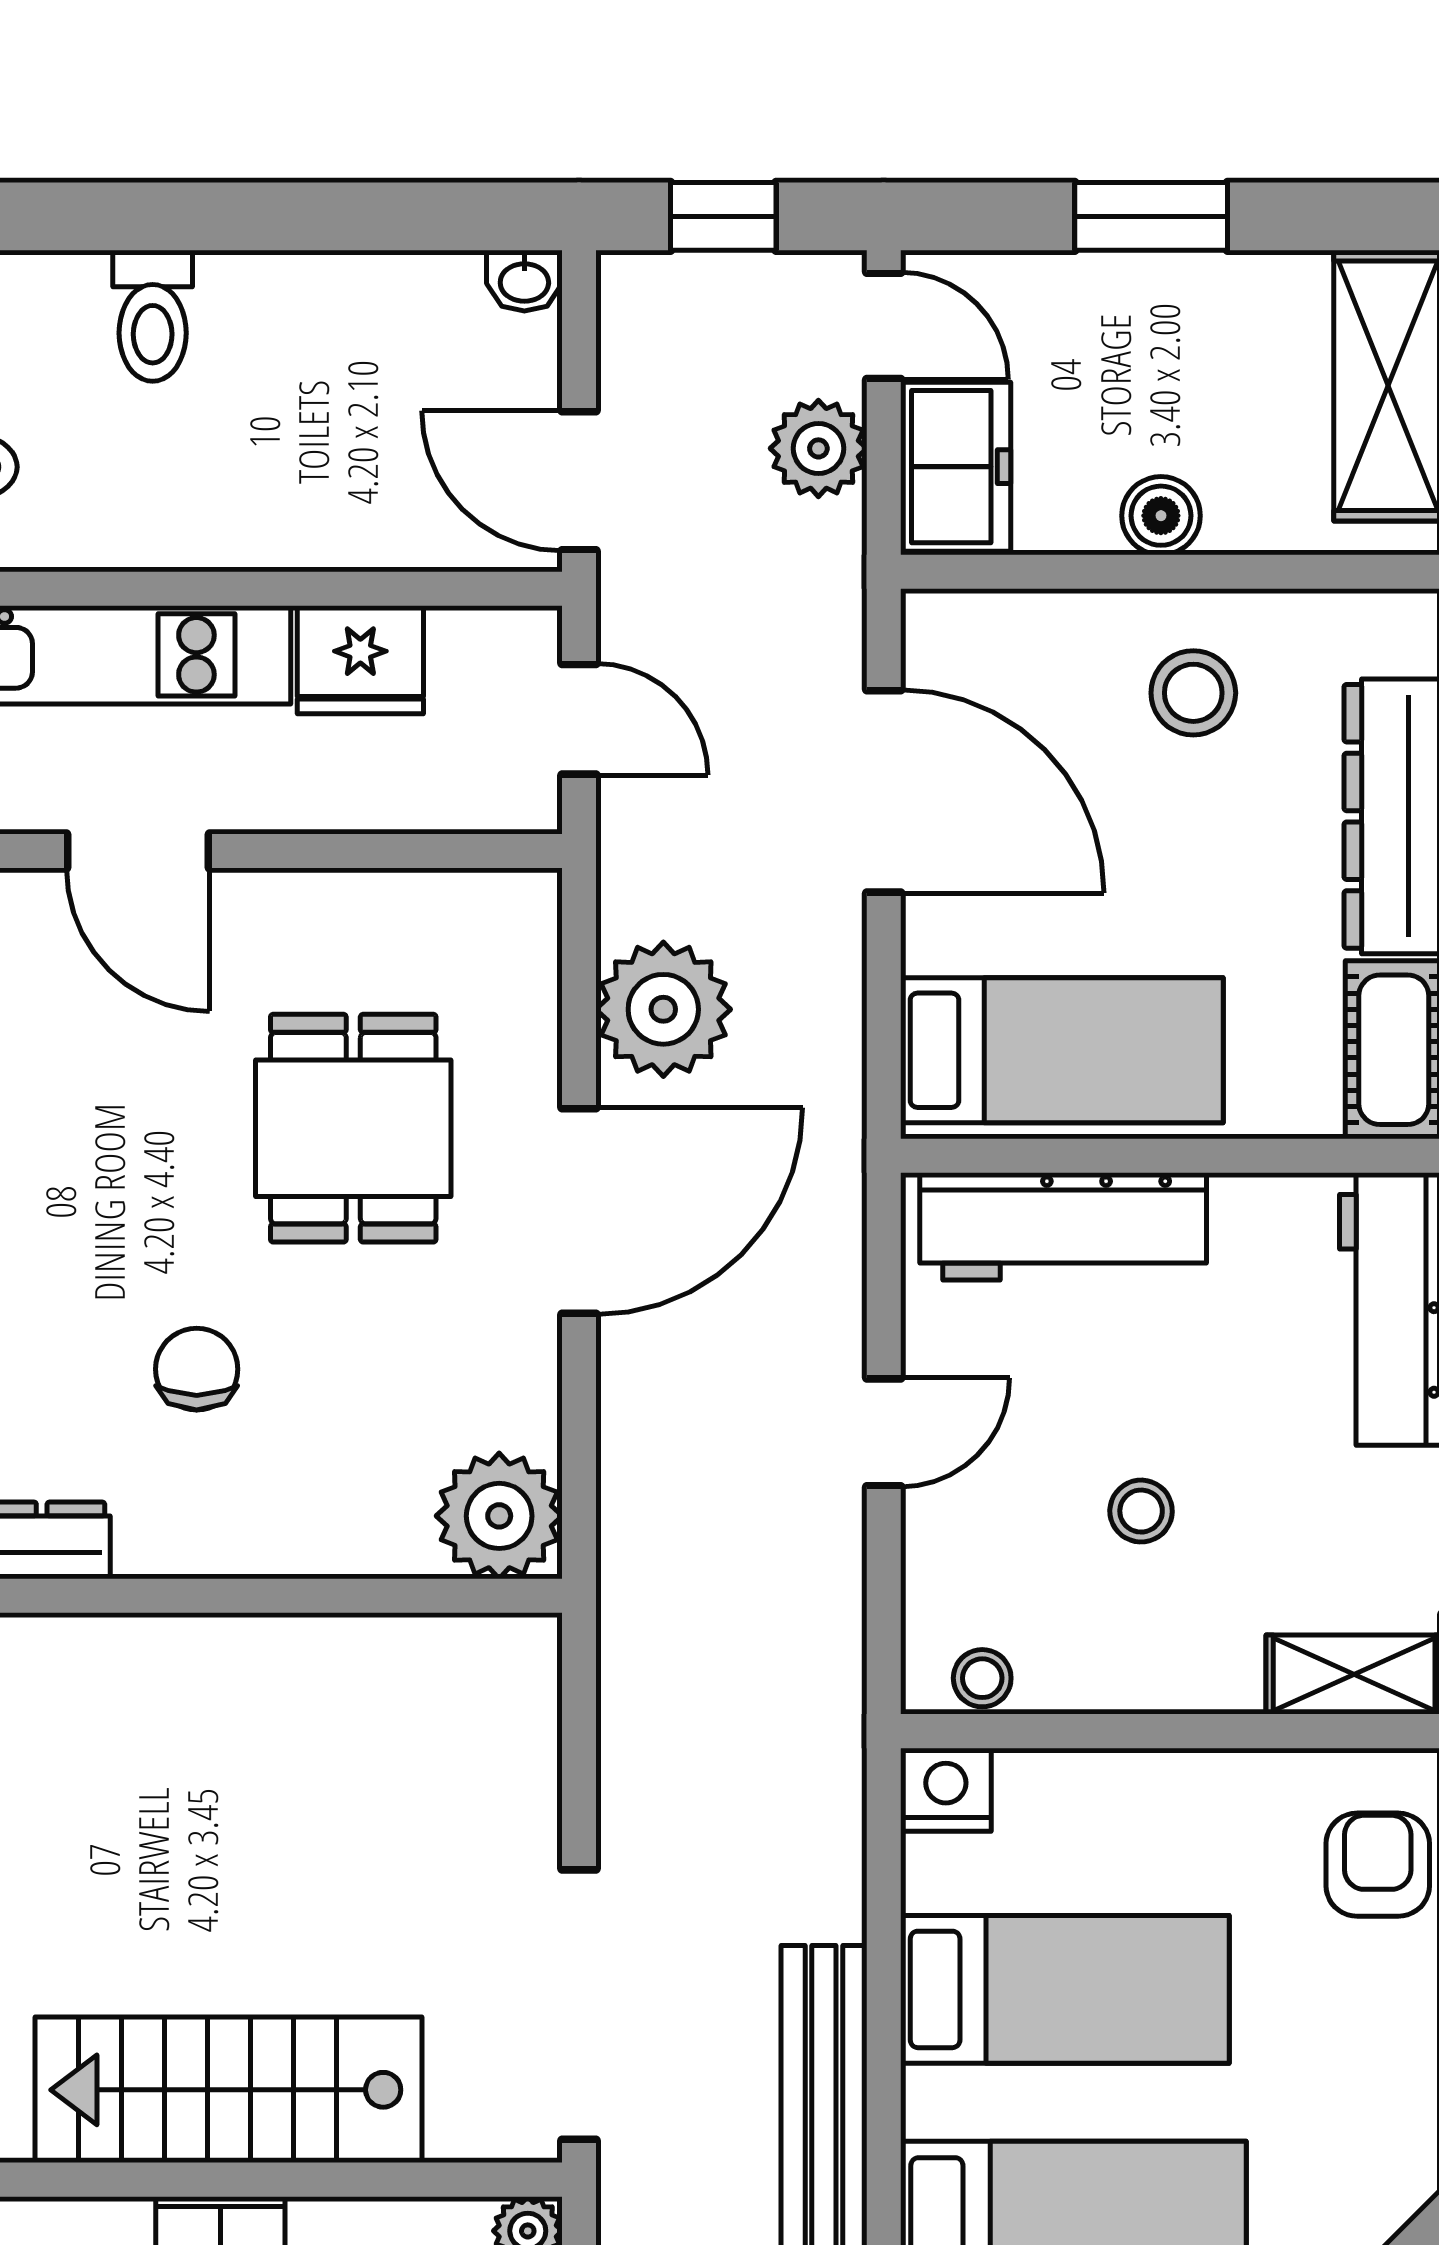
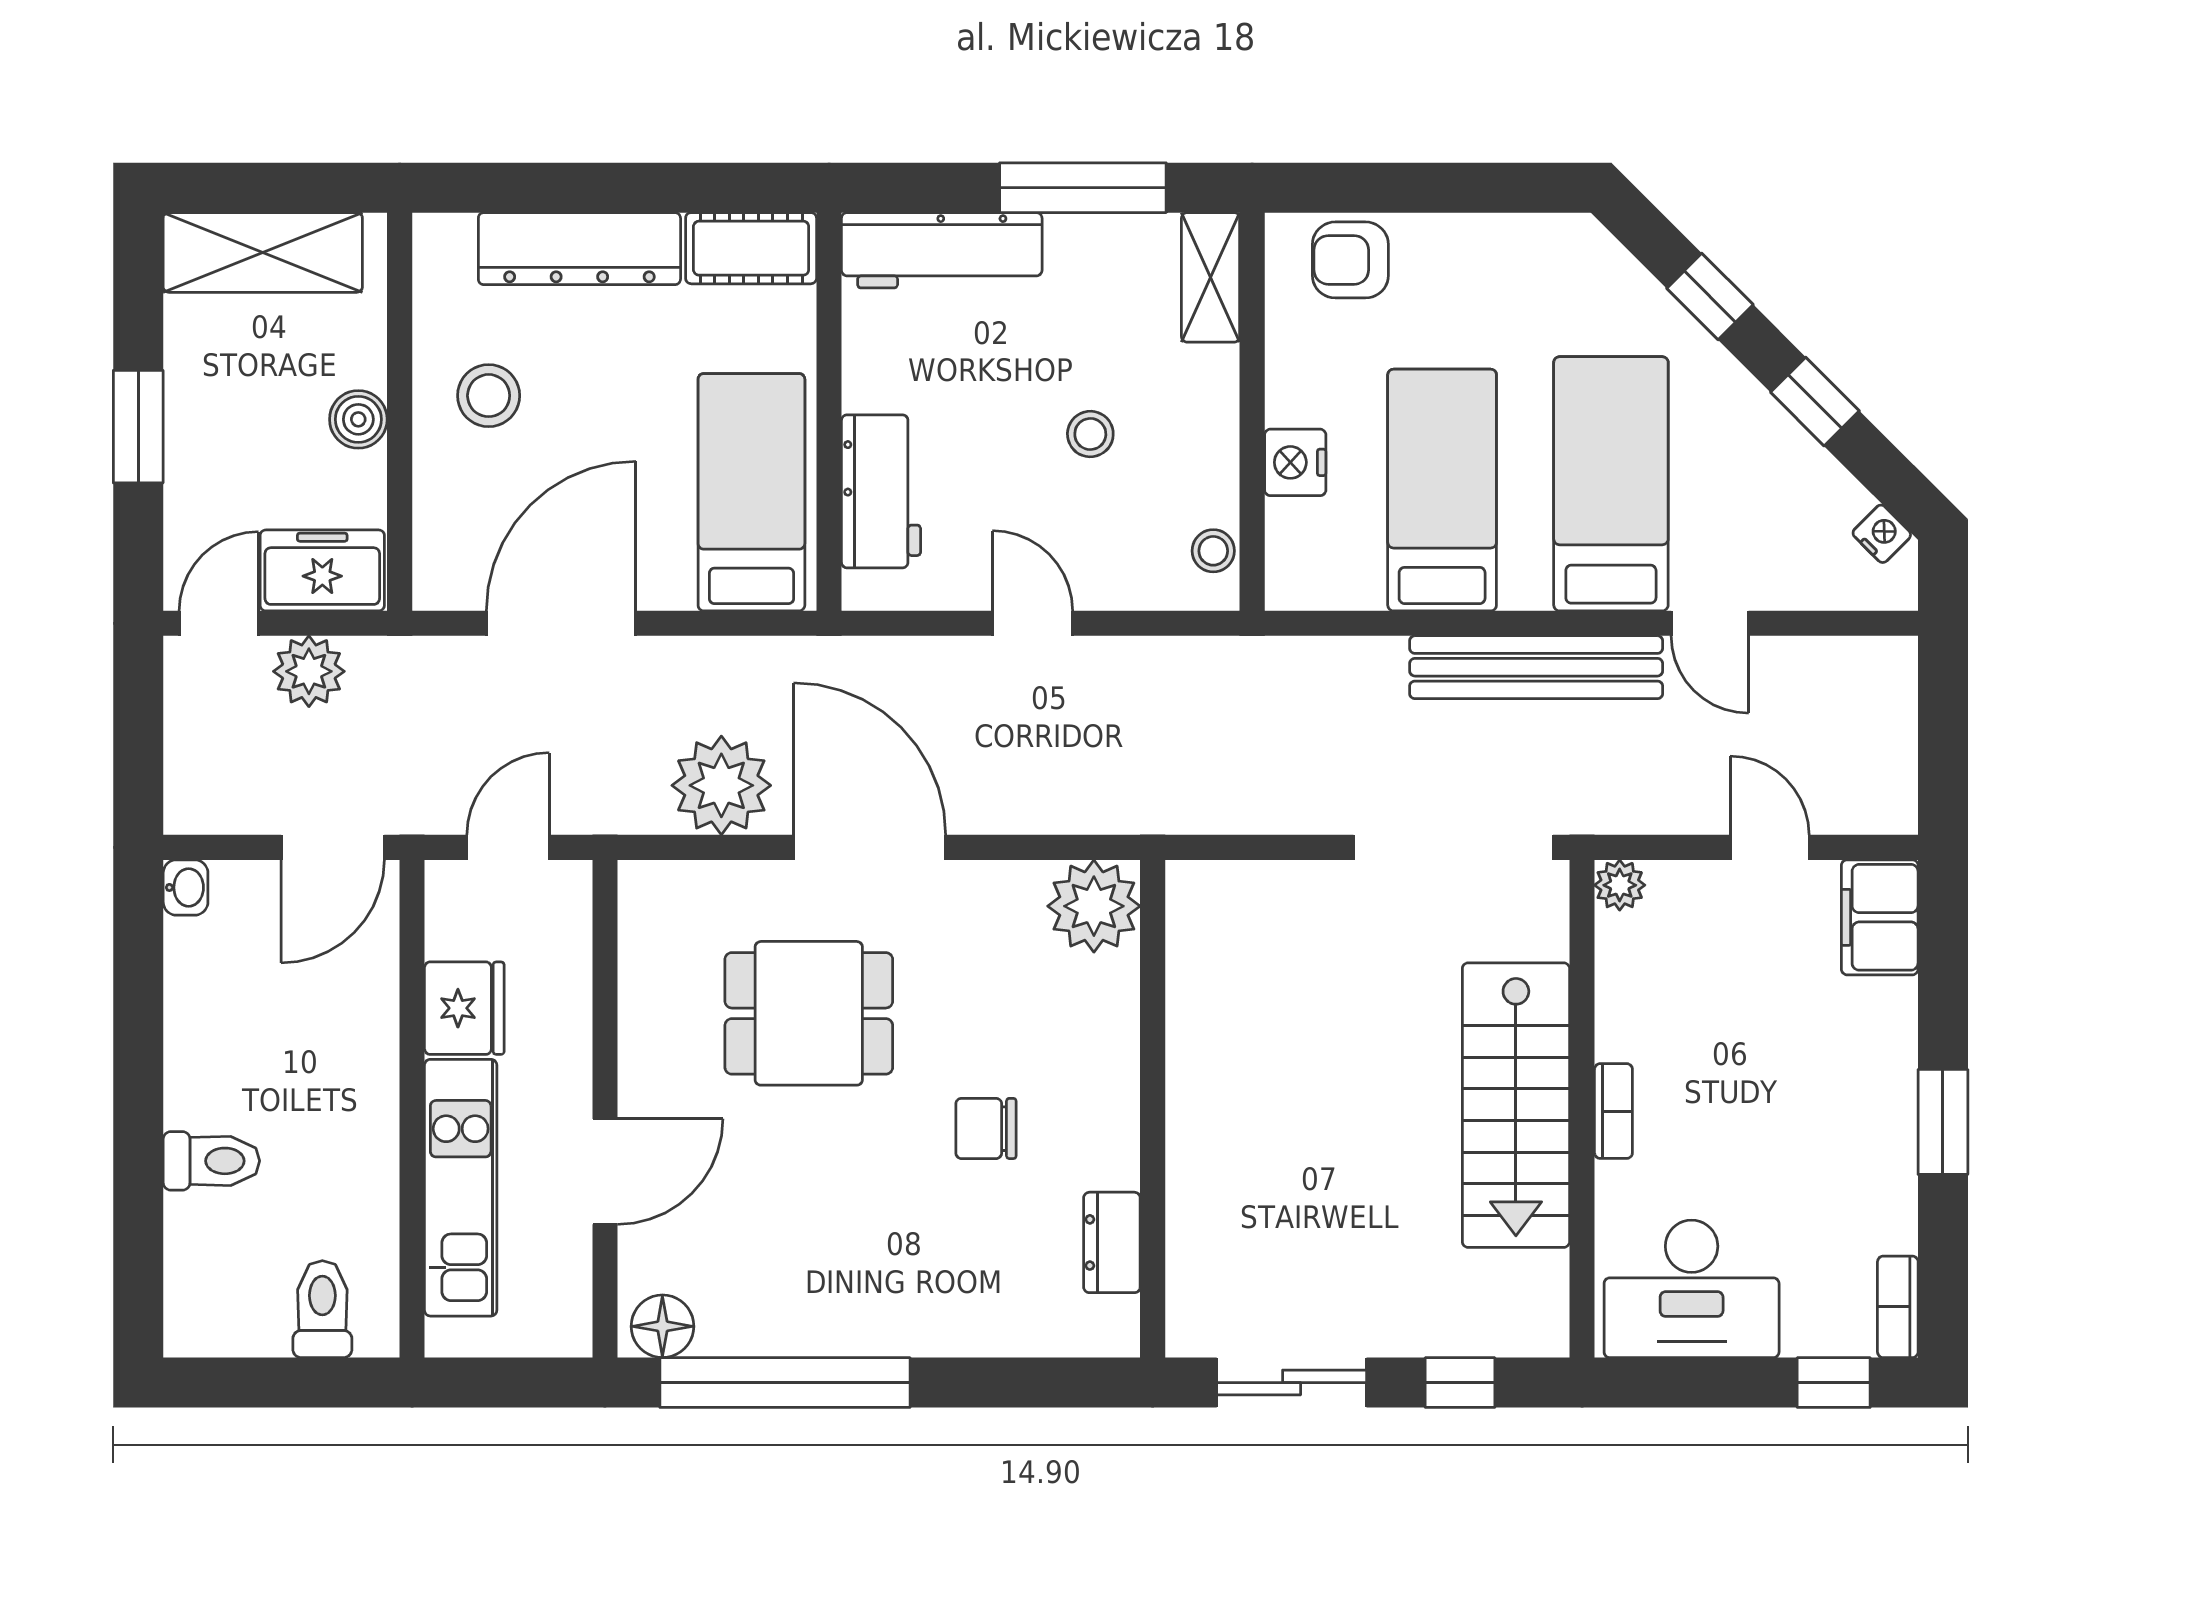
window: (723, 216) -> (138, 741), removed
workbench: (1063, 1226) -> (881, 491), width x0.73
nightstand: (946, 1790) -> (1295, 462), moved

